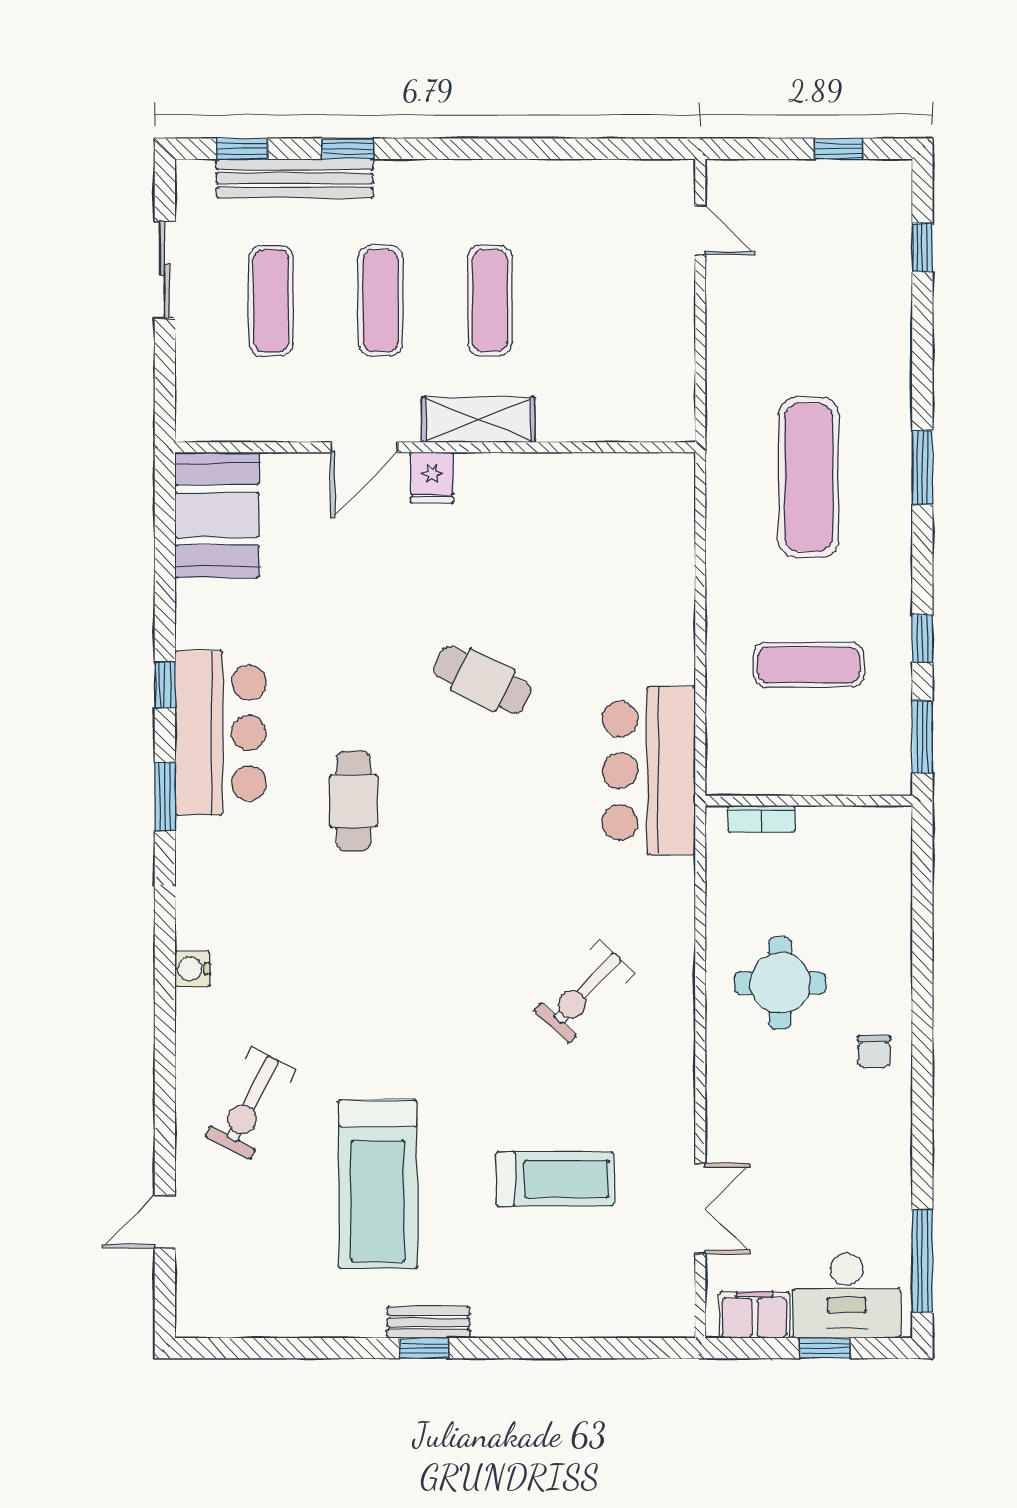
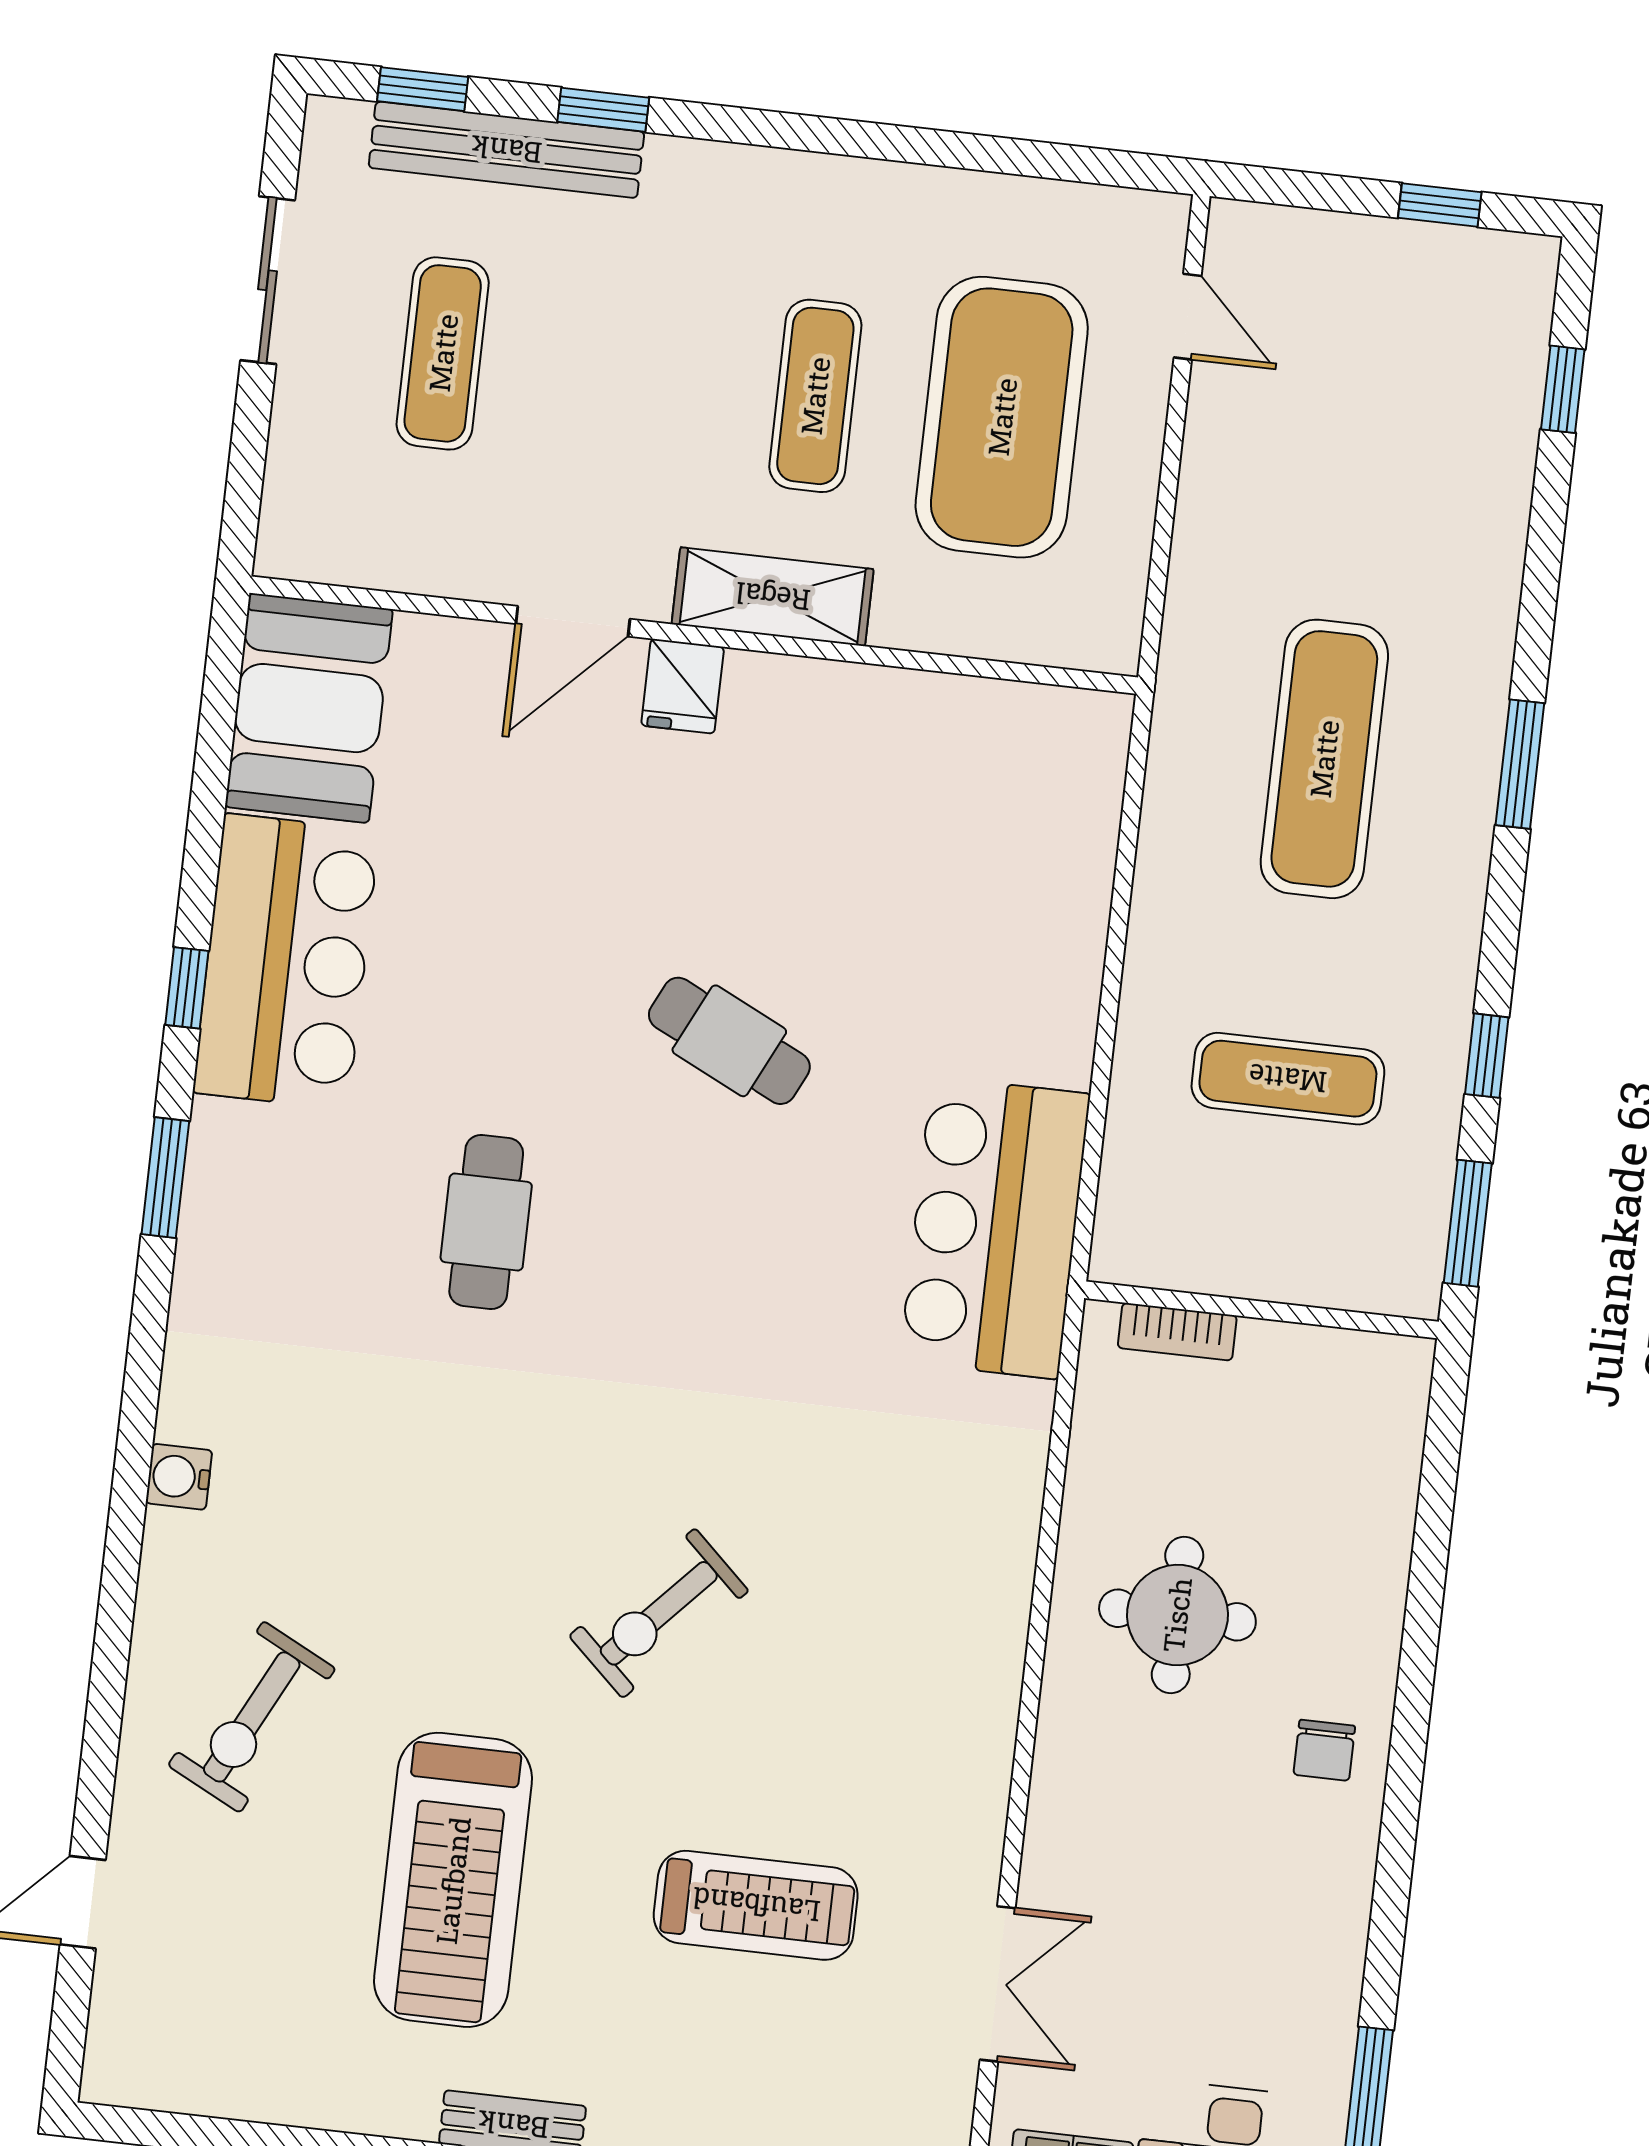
exercise mat: (380, 301) -> (1002, 417), moved, width x2.00, depth x1.45
bar counter: (221, 733) -> (286, 962), moved
exercise bike: (584, 992) -> (659, 1613), moved

